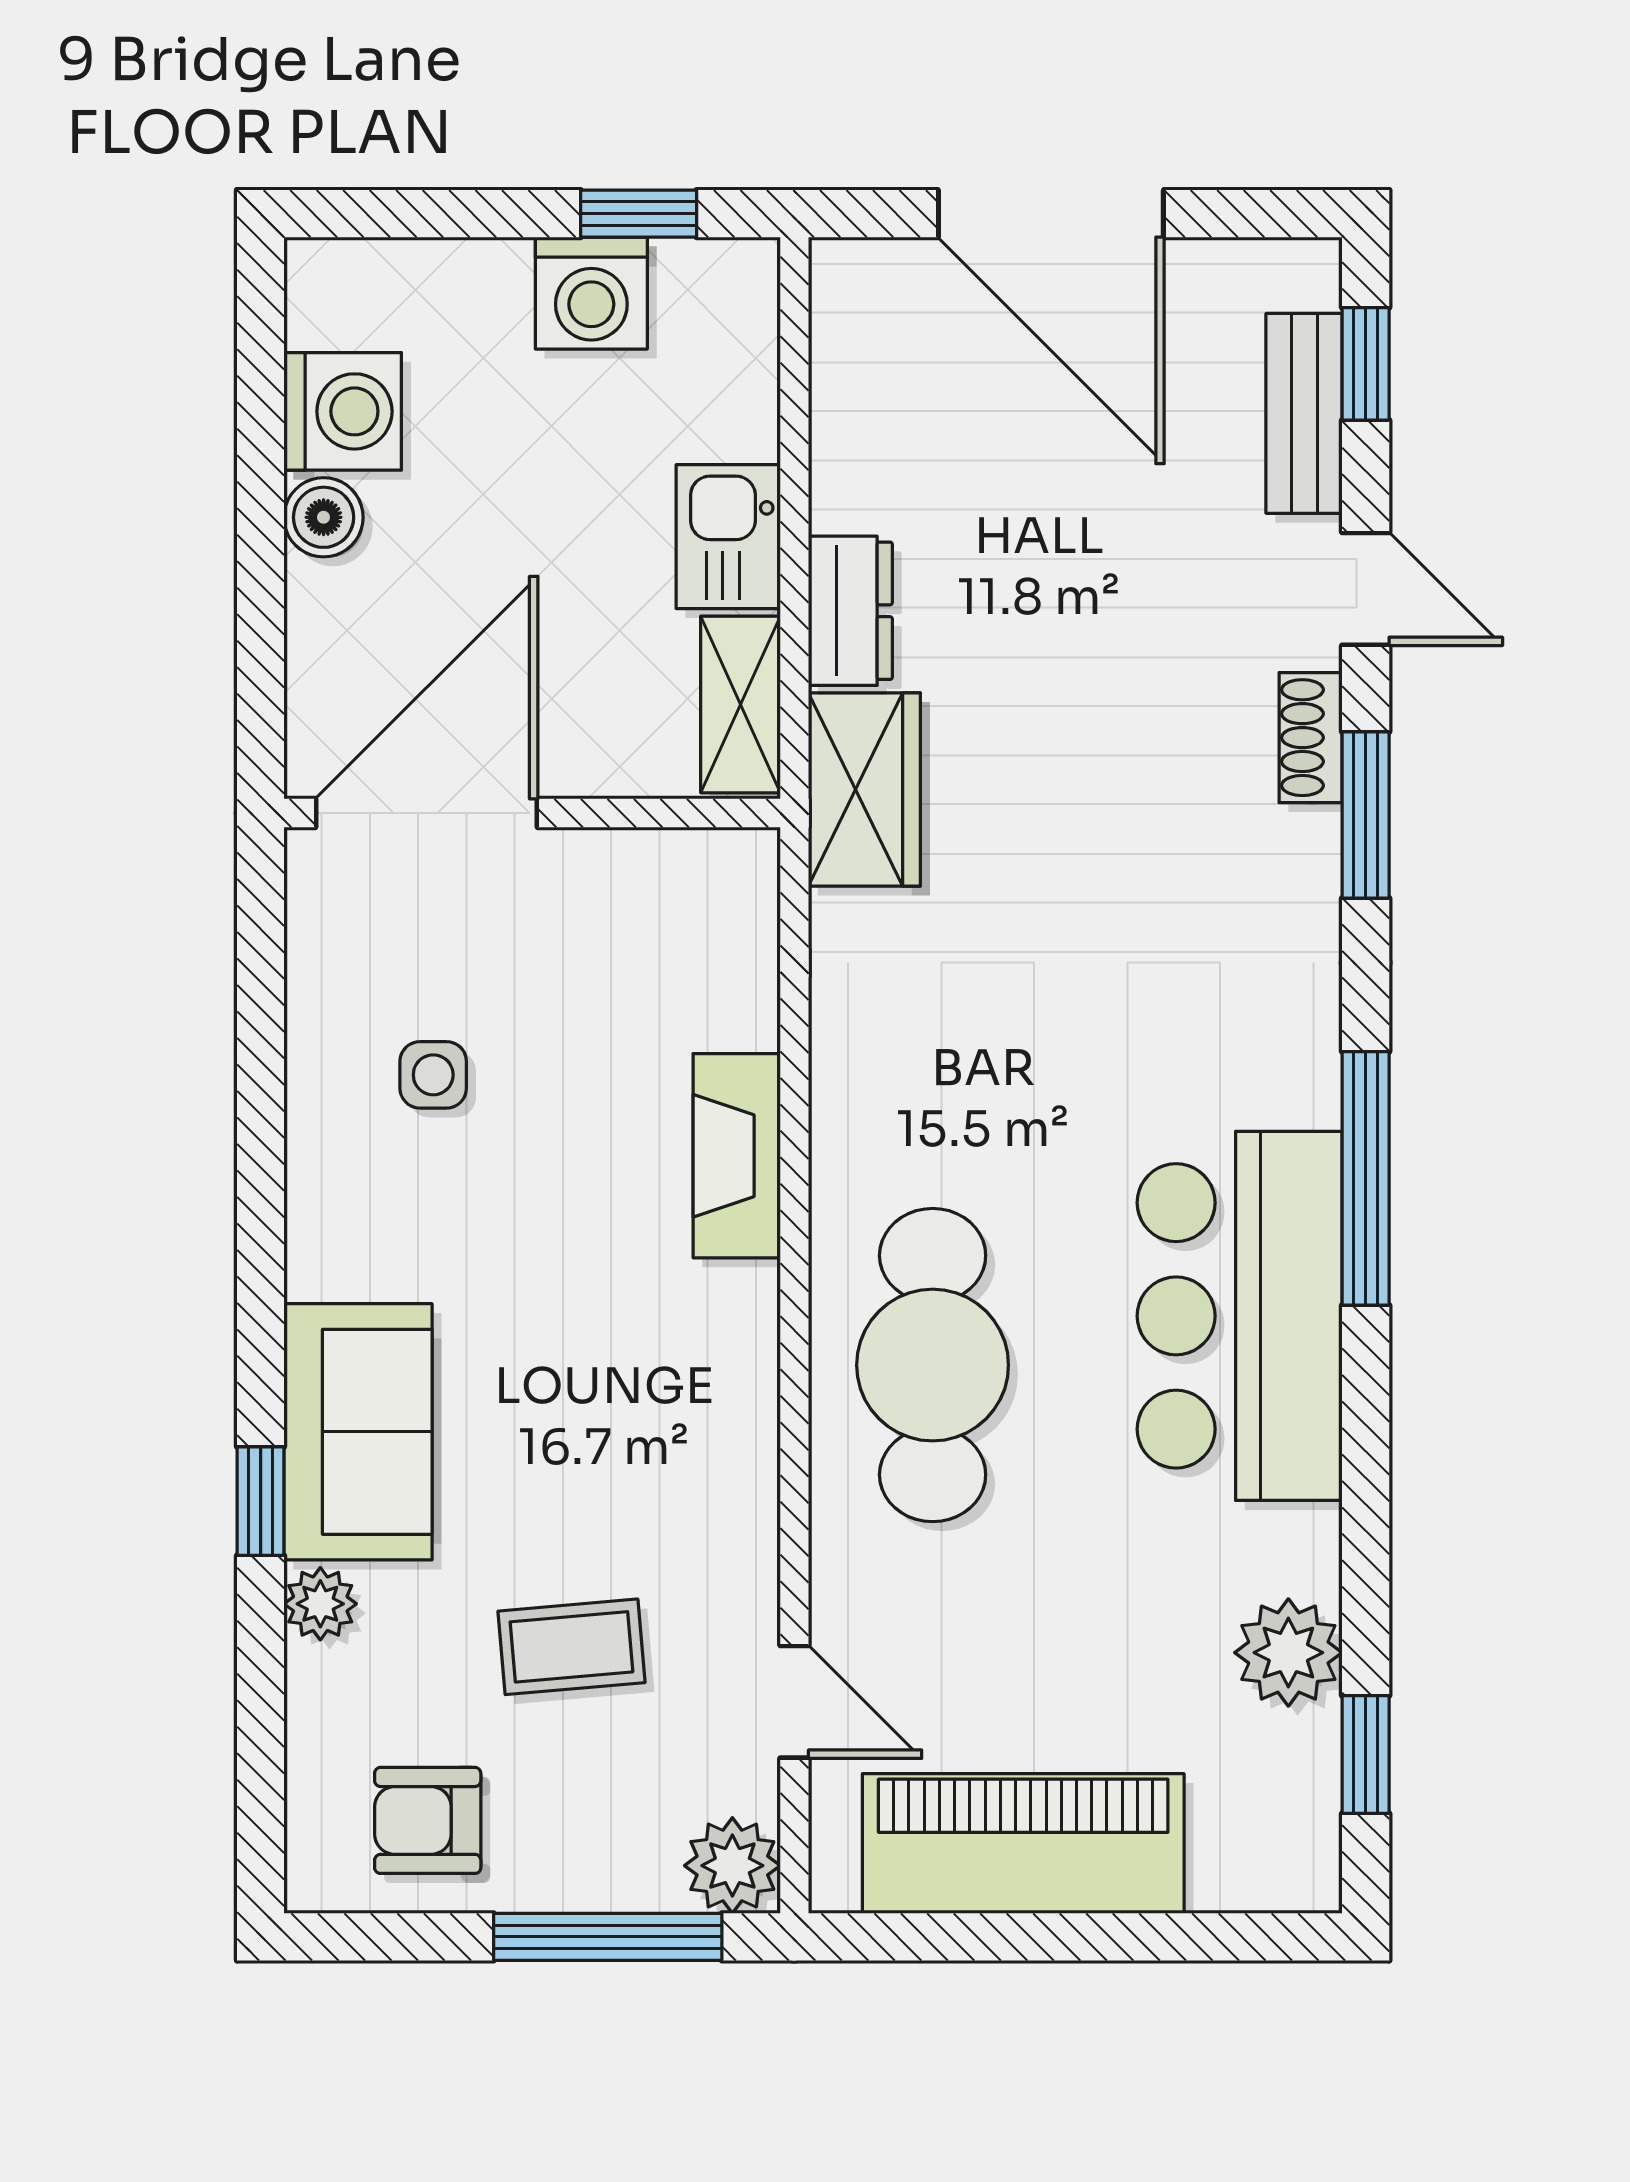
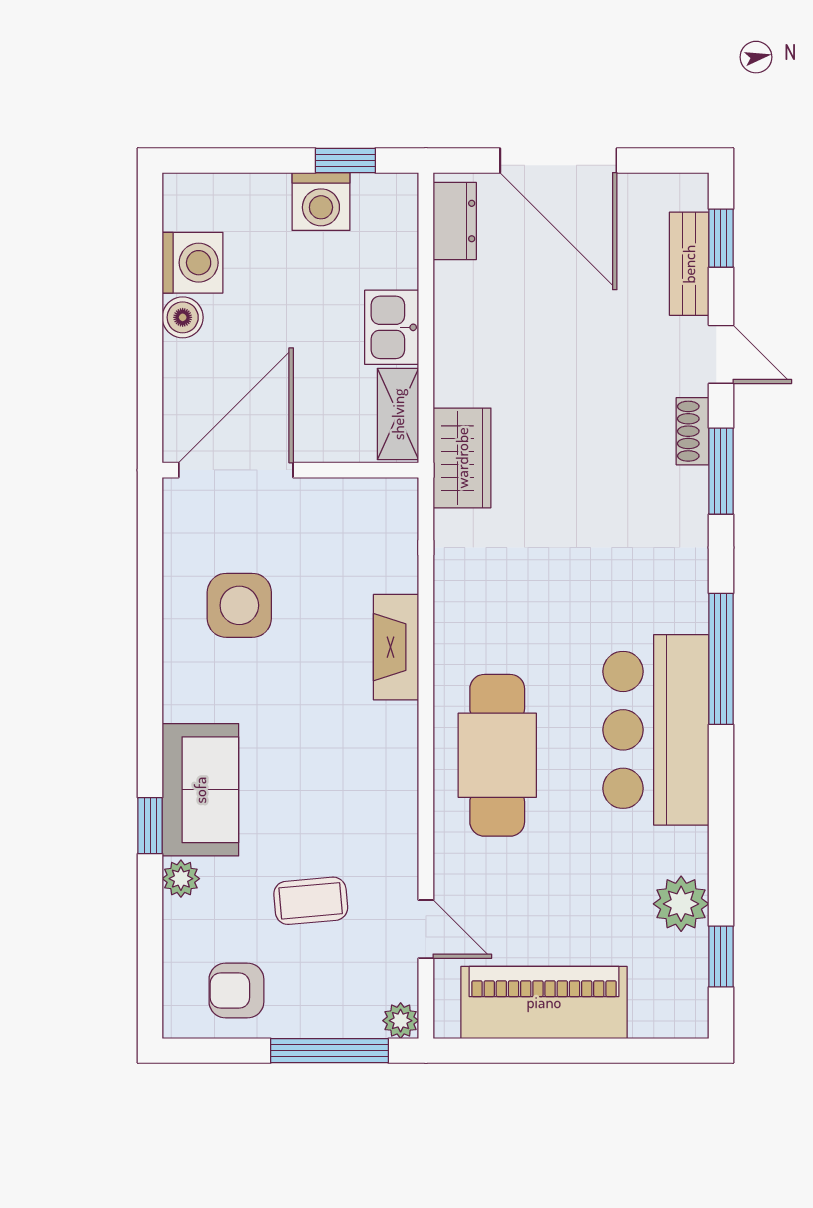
dresser: (850, 611) -> (455, 221), moved
side table: (433, 1075) -> (239, 605), width x1.87, depth x1.87
plant: (732, 1866) -> (401, 1021), width x0.73, depth x0.73

